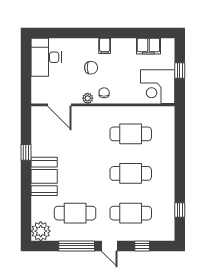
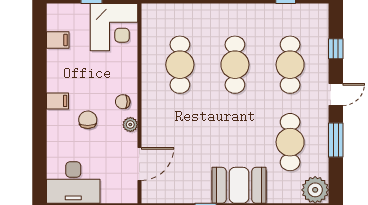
filing cabinet: (148, 46) -> (58, 40), width x0.50
window: (77, 246) -> (336, 140), width x0.69

